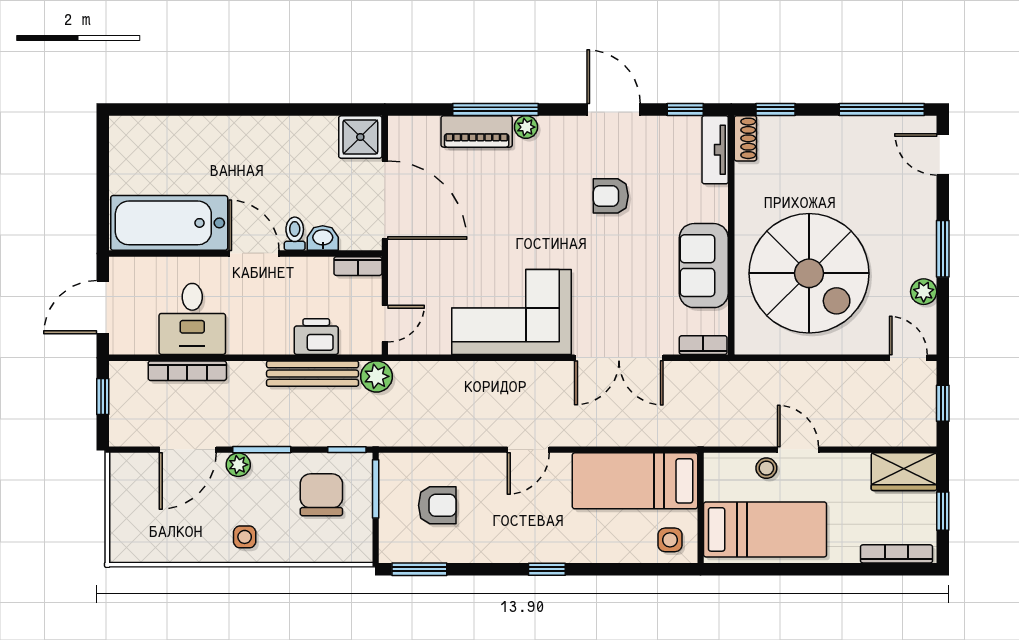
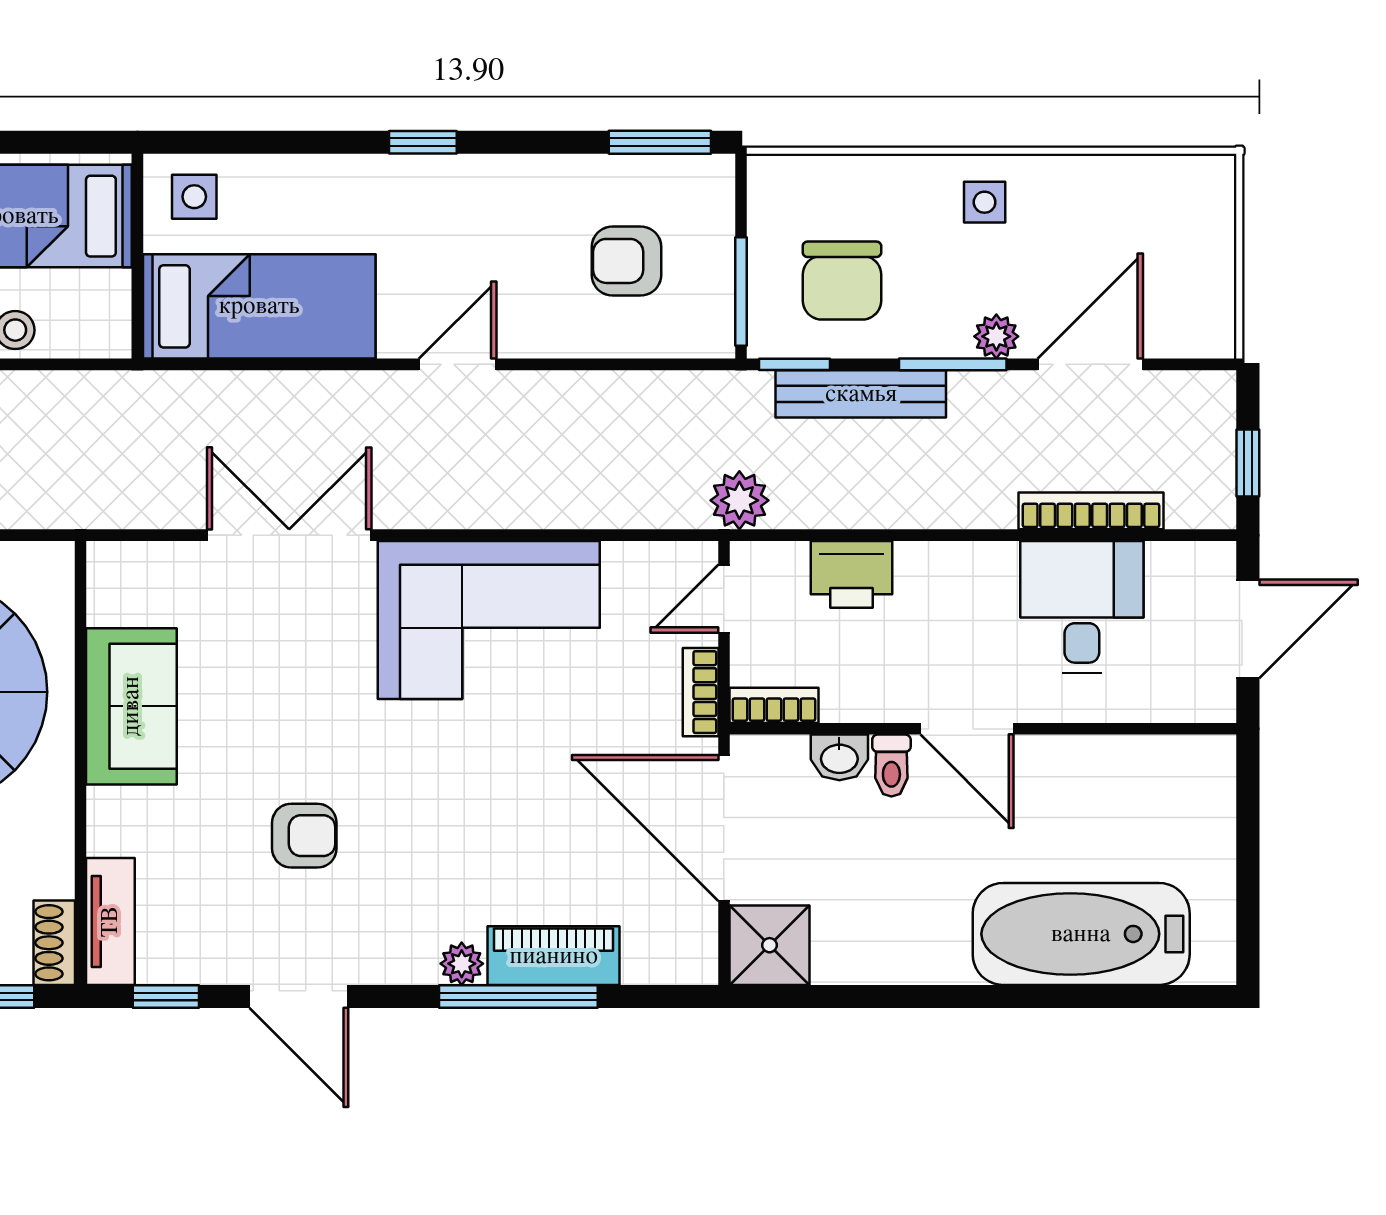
bathtub: (169, 223) -> (1081, 934), moved, turned 180
bookcase: (703, 345) -> (701, 692), moved, turned 90
bench: (313, 374) -> (861, 394), moved

